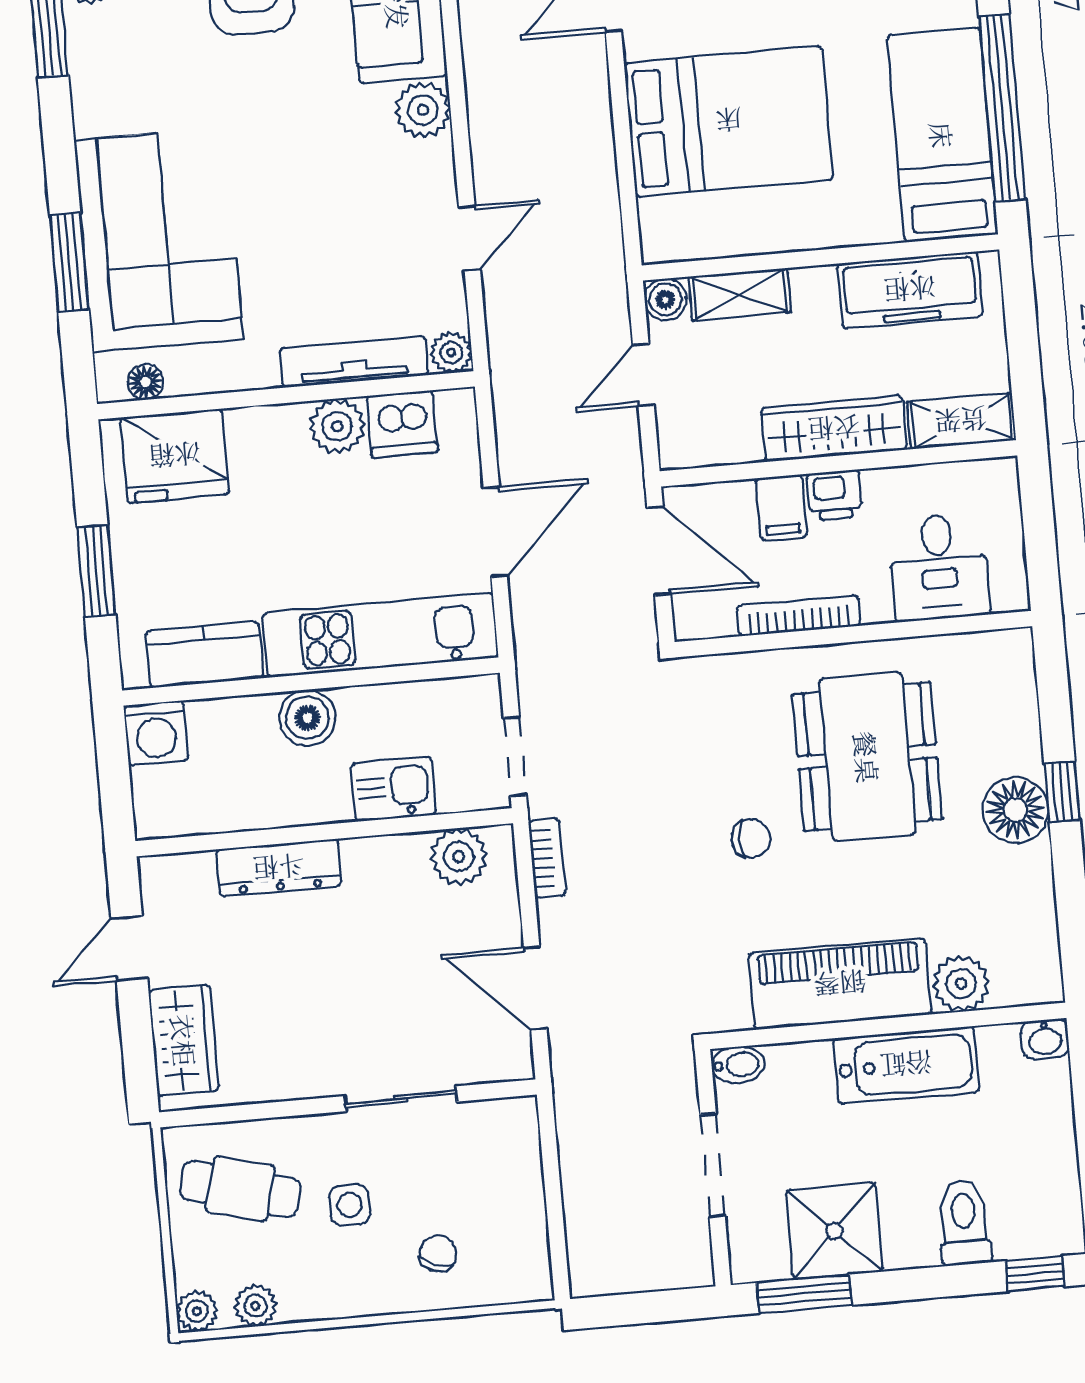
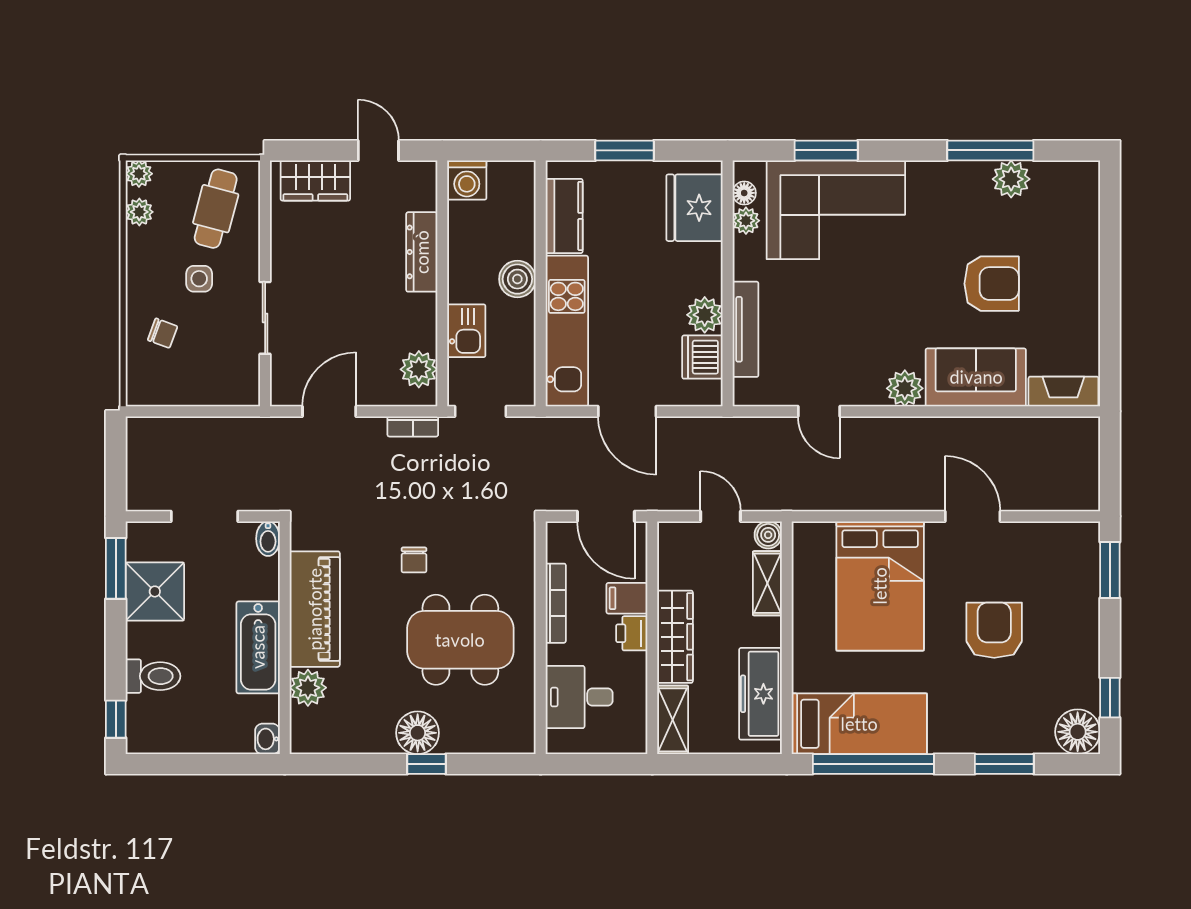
plant: (451, 353) -> (746, 221), moved
door: (659, 551) -> (606, 516), hinge flipped
washing machine: (156, 733) -> (467, 180), moved, turned -90

